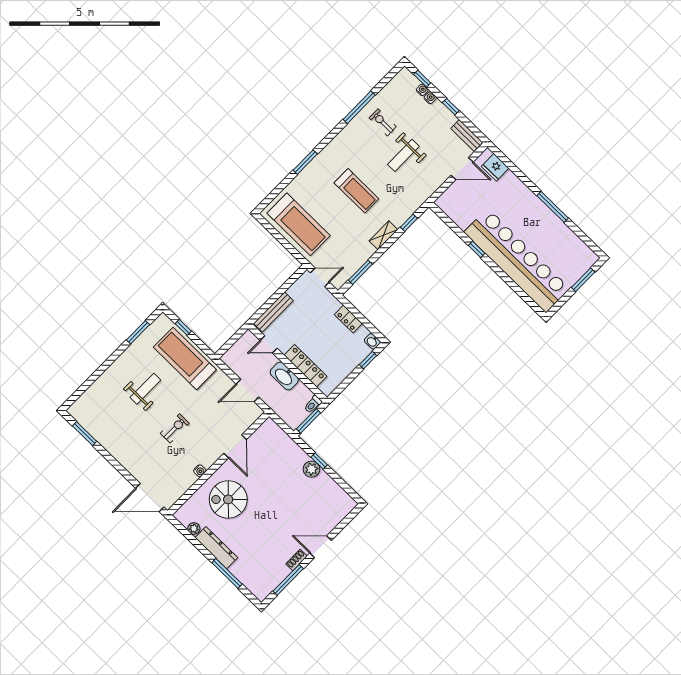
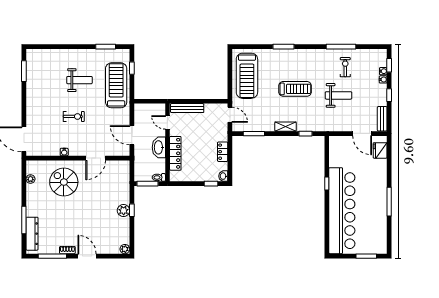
weight bench: (403, 155) -> (339, 95), turned 180
treadmill: (356, 191) -> (295, 89), turned -90
plant: (350, 504) -> (125, 249), added
dresser: (216, 548) -> (32, 234), moved

